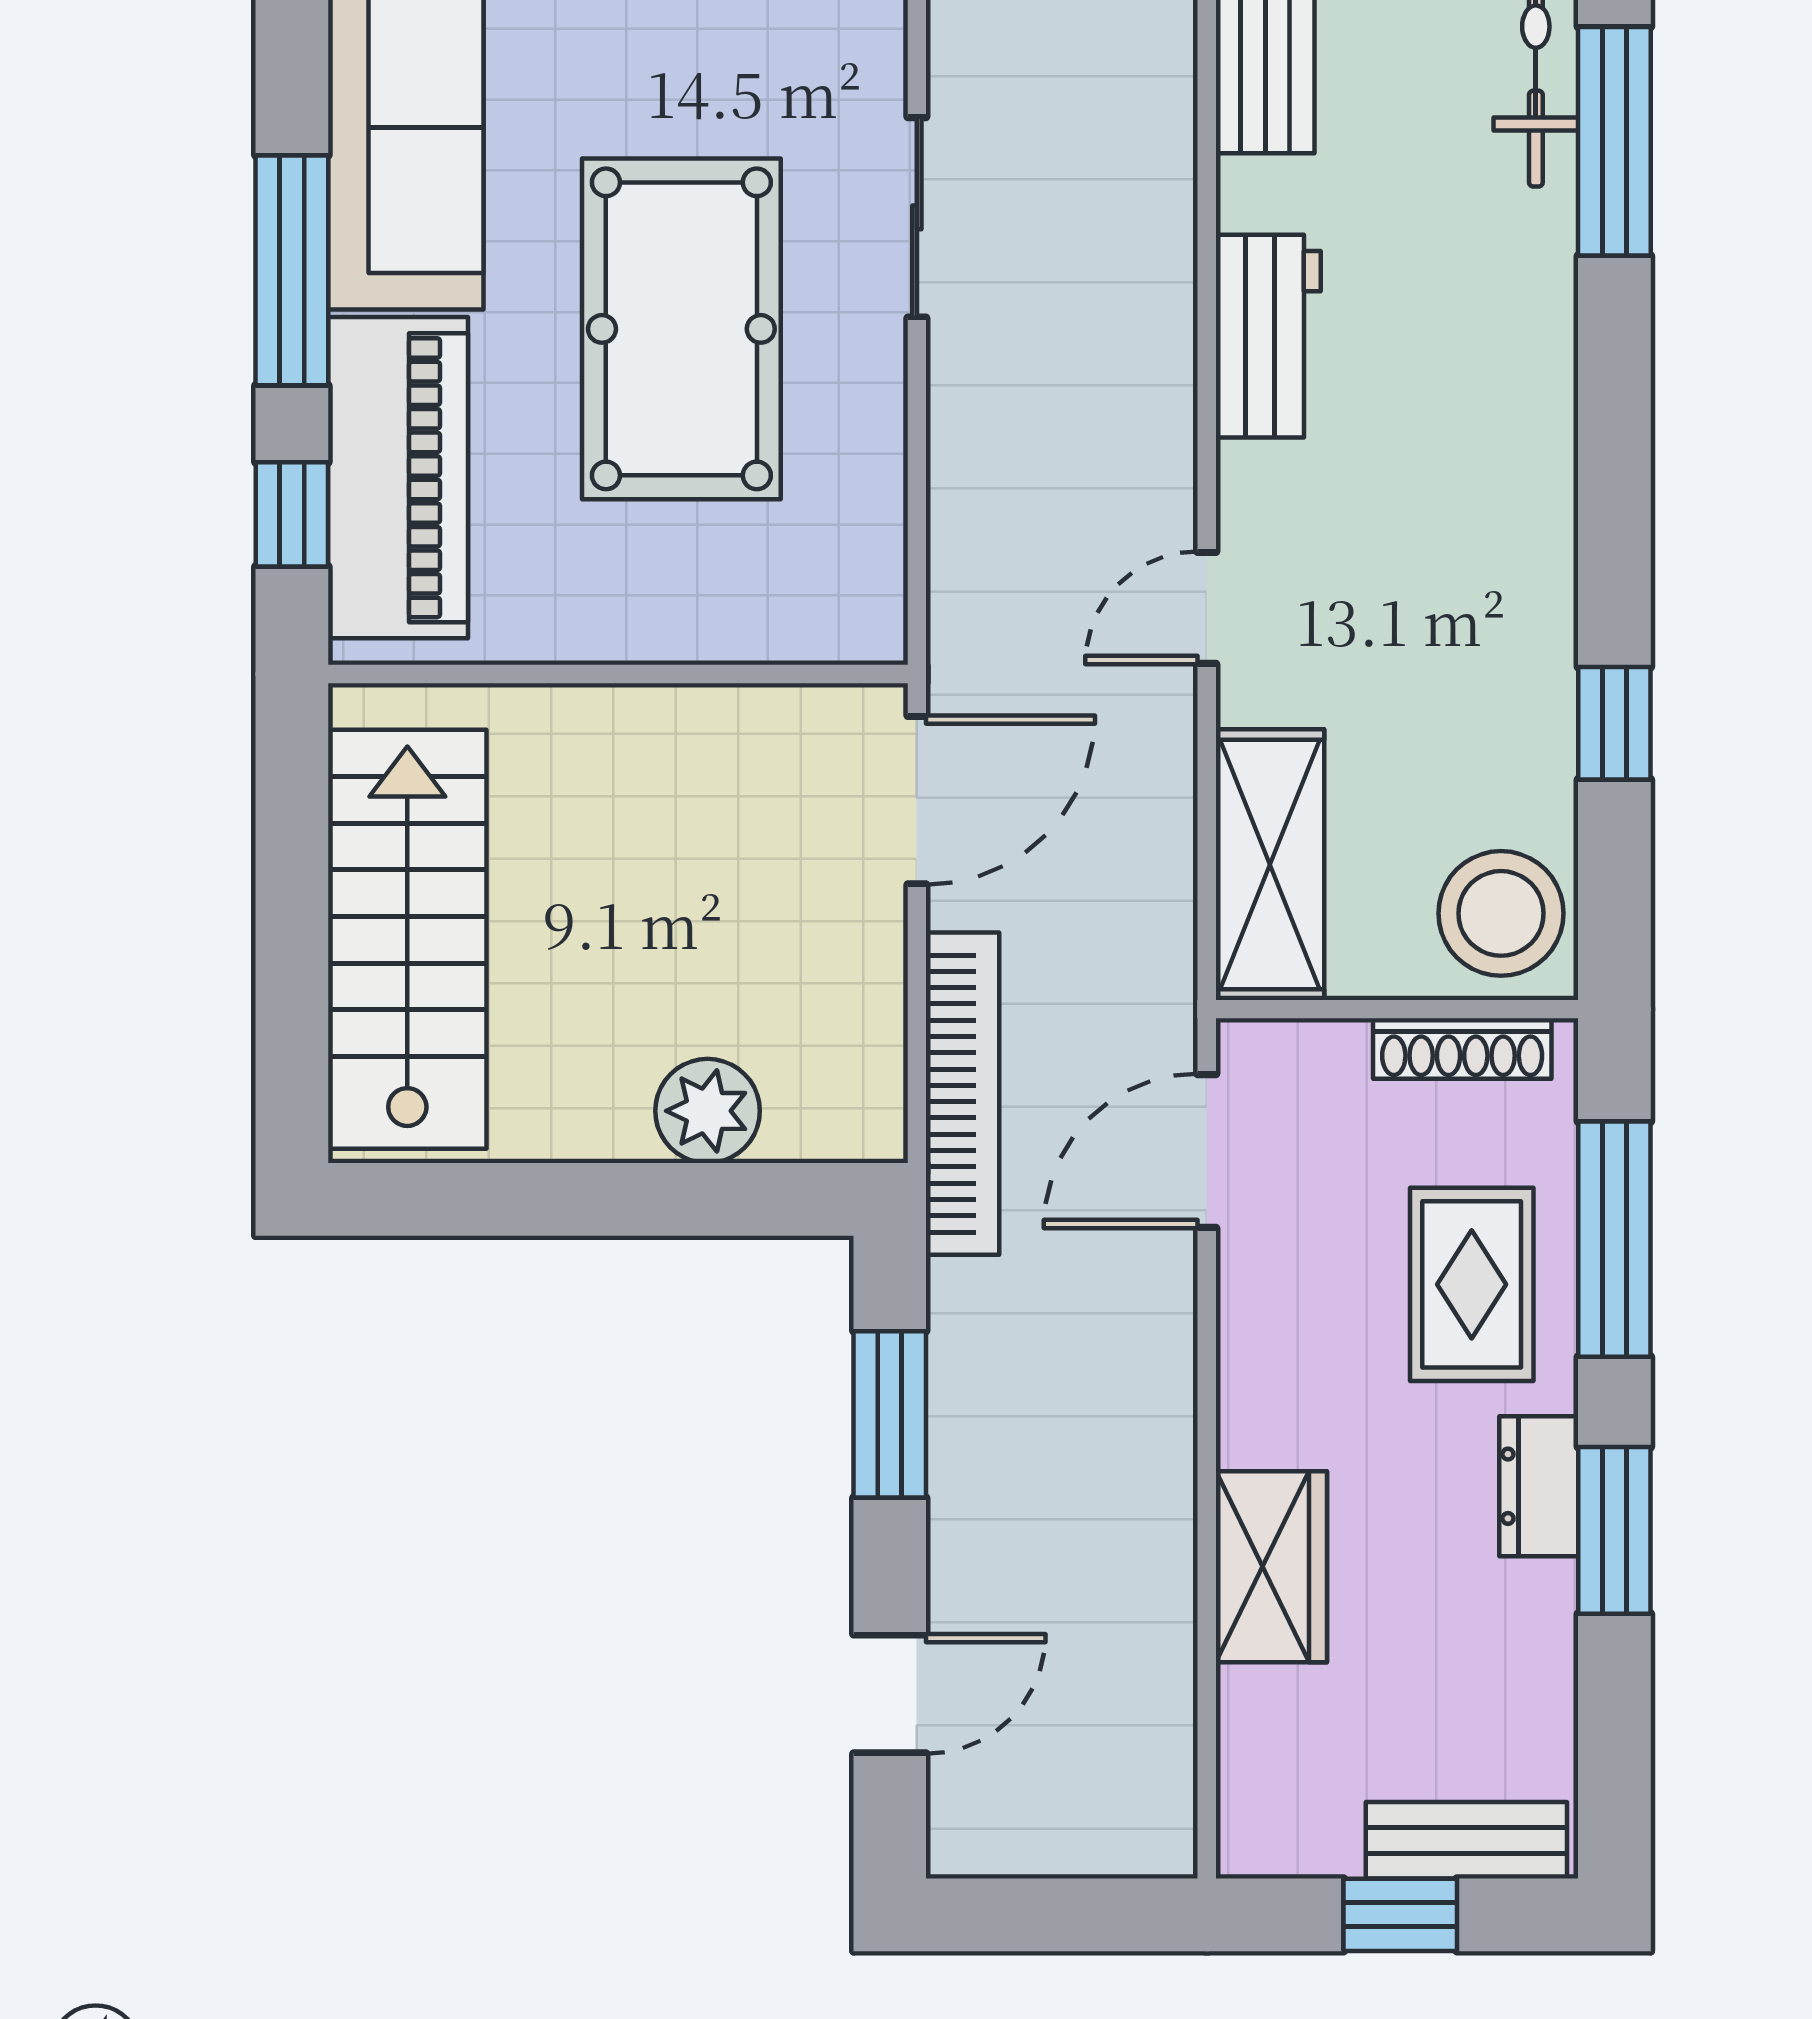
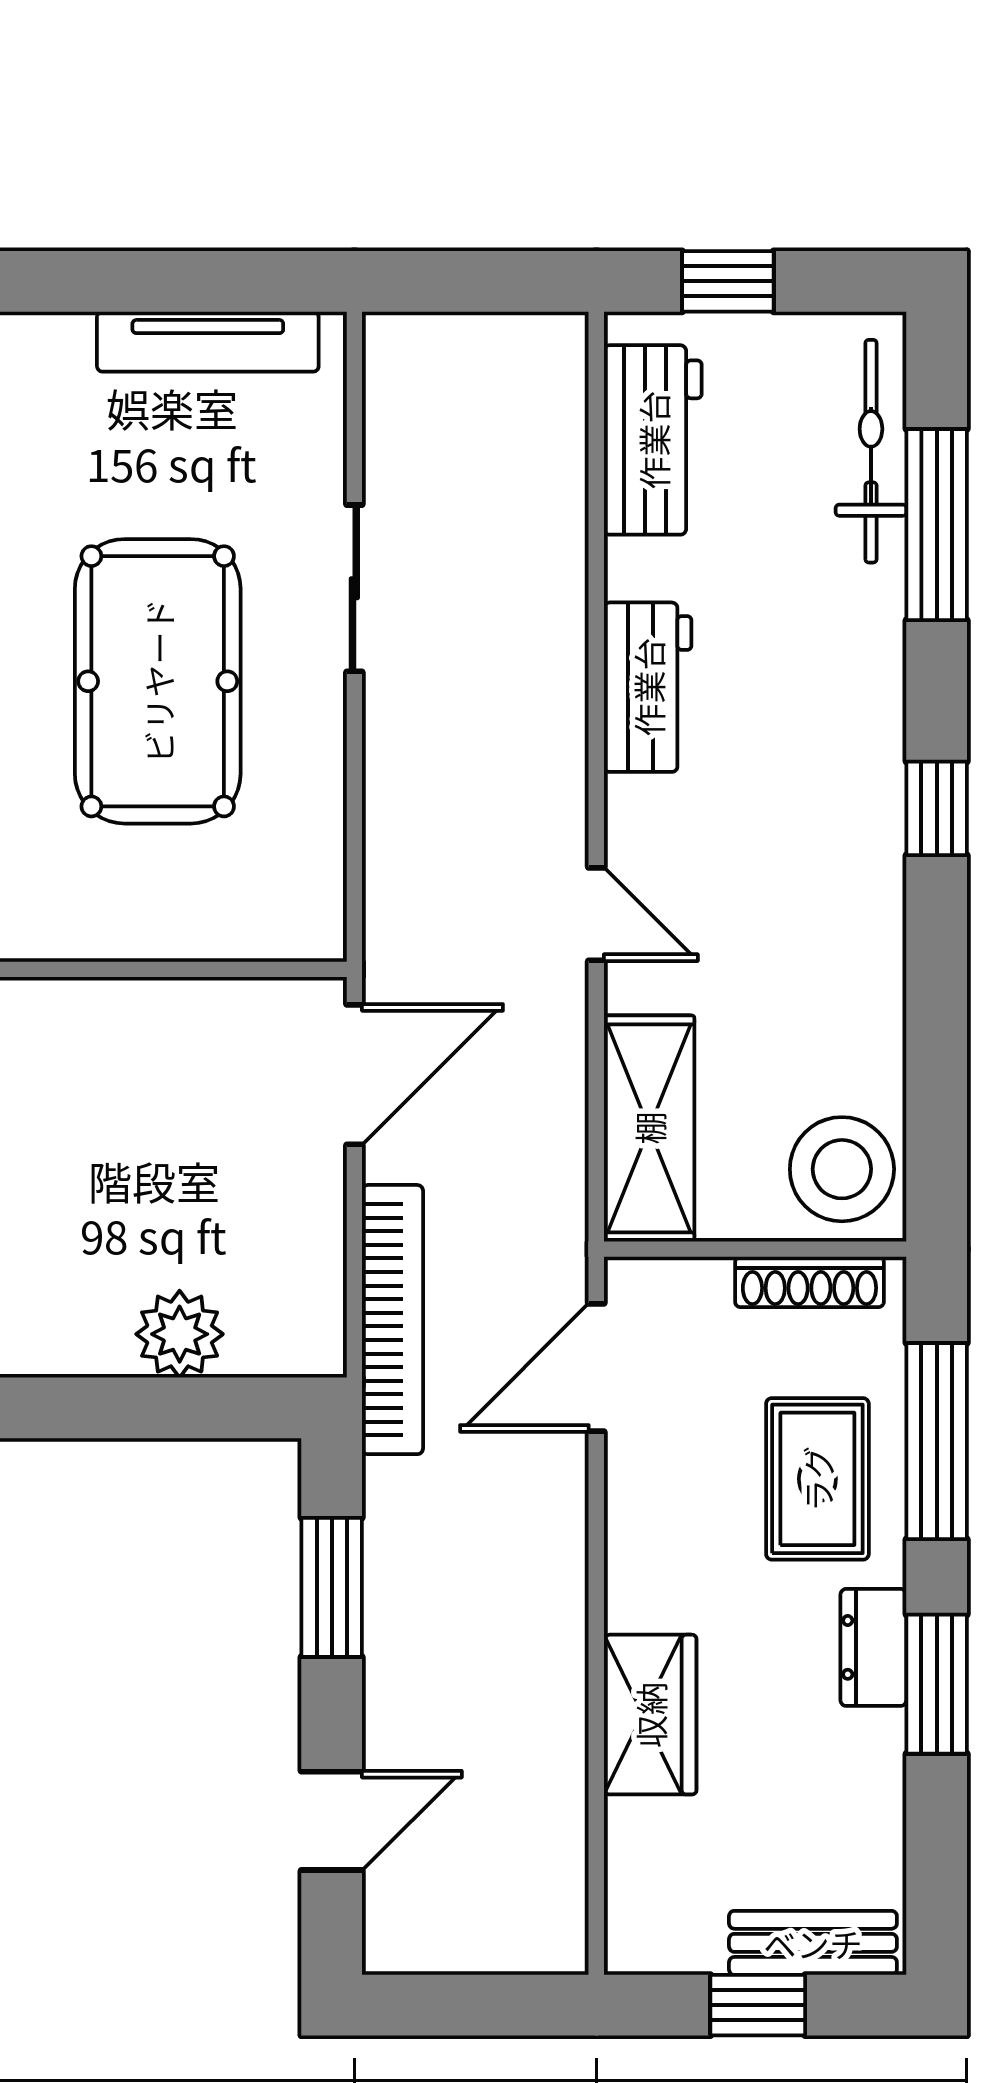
door: (1207, 608) -> (596, 914), swing flipped
window: (1614, 723) -> (937, 808), moved

